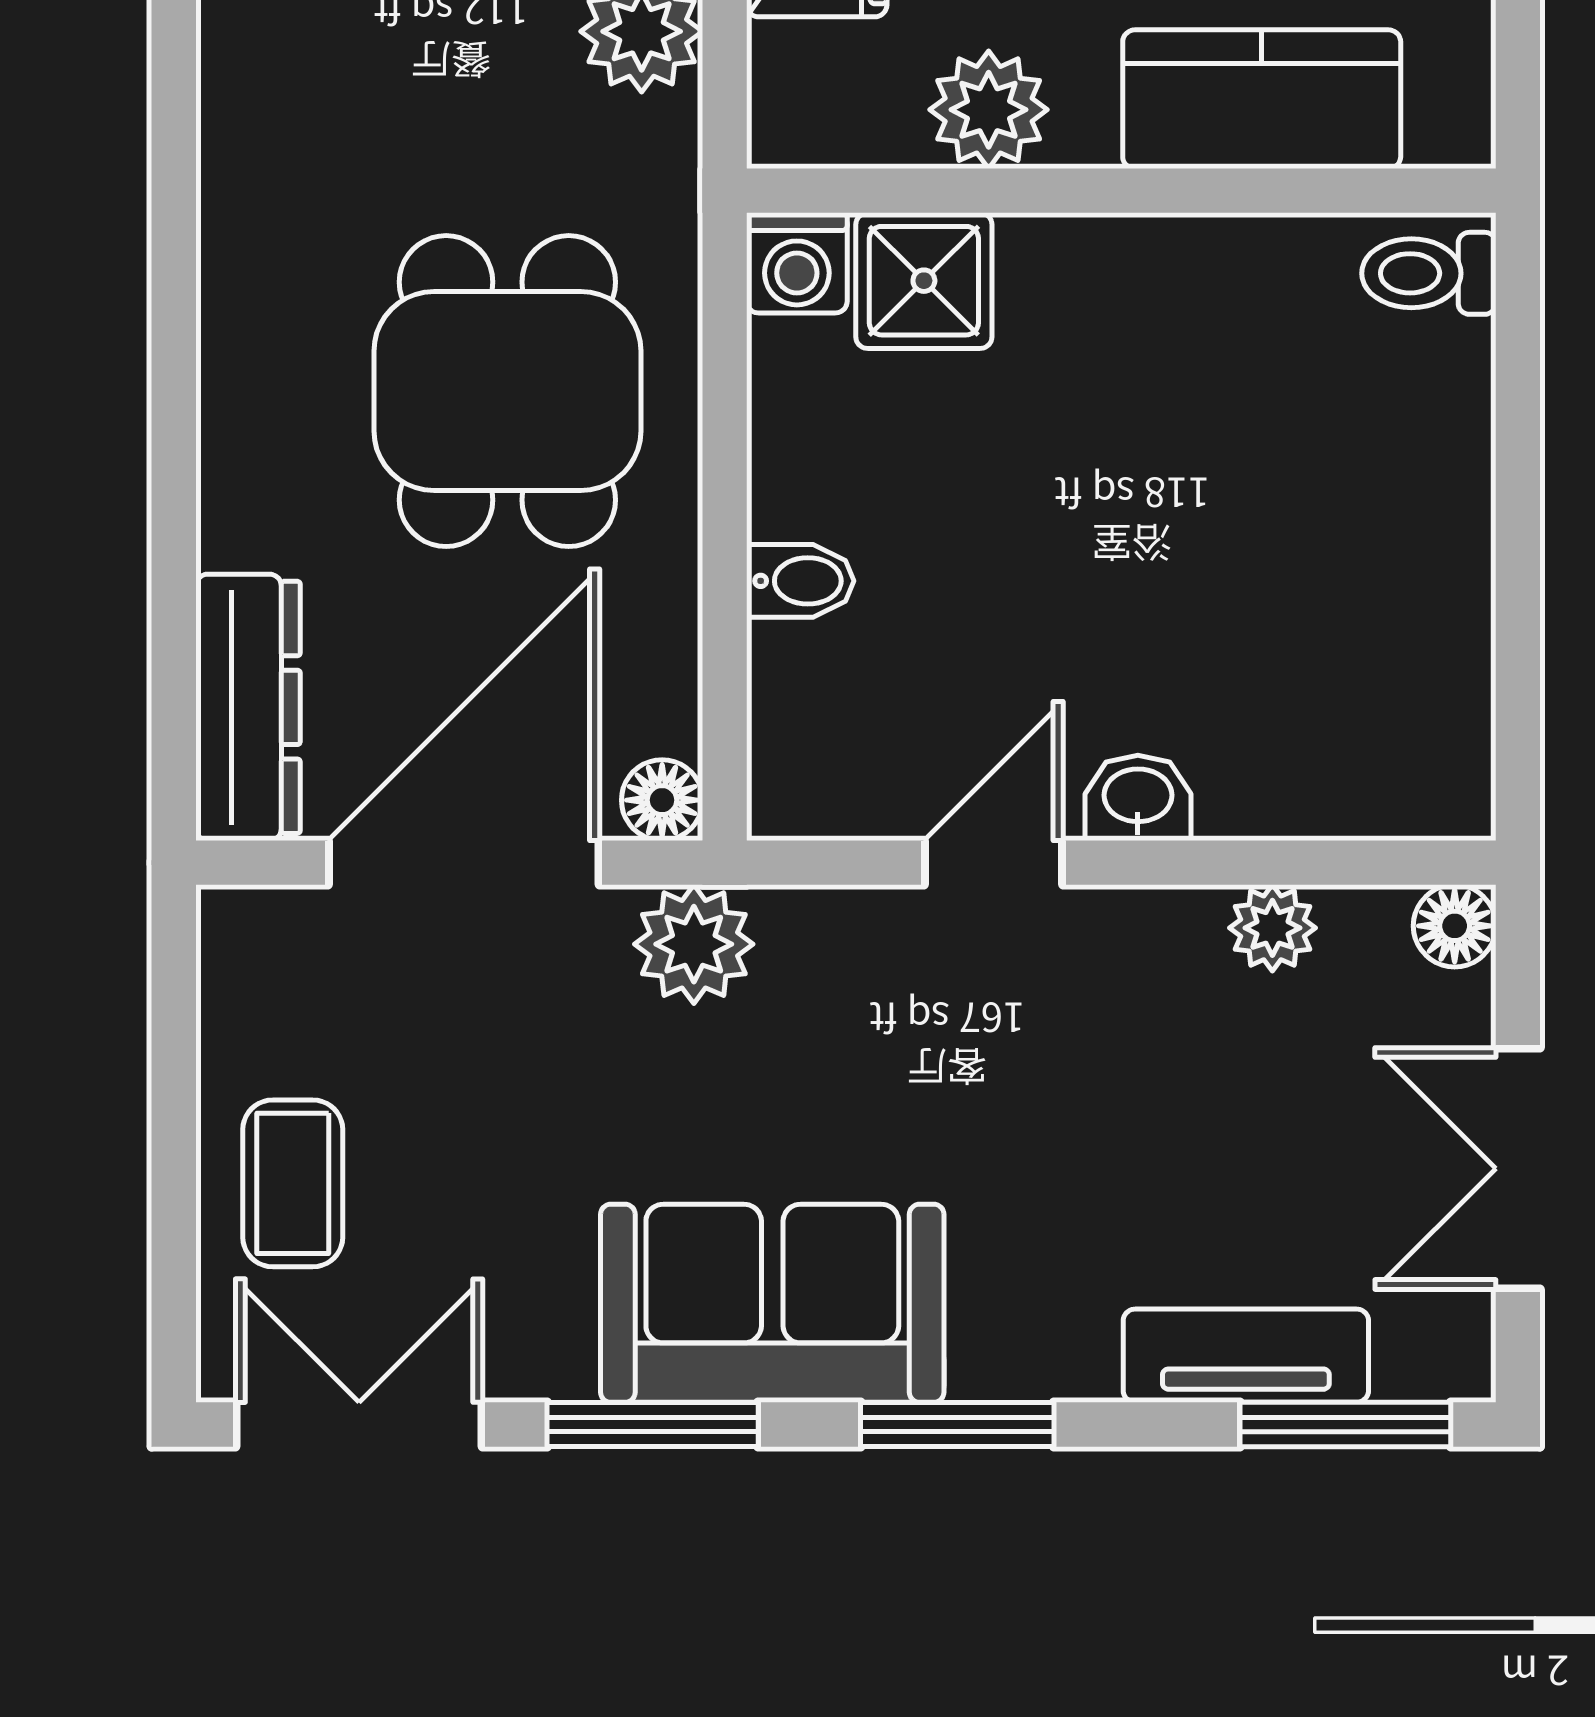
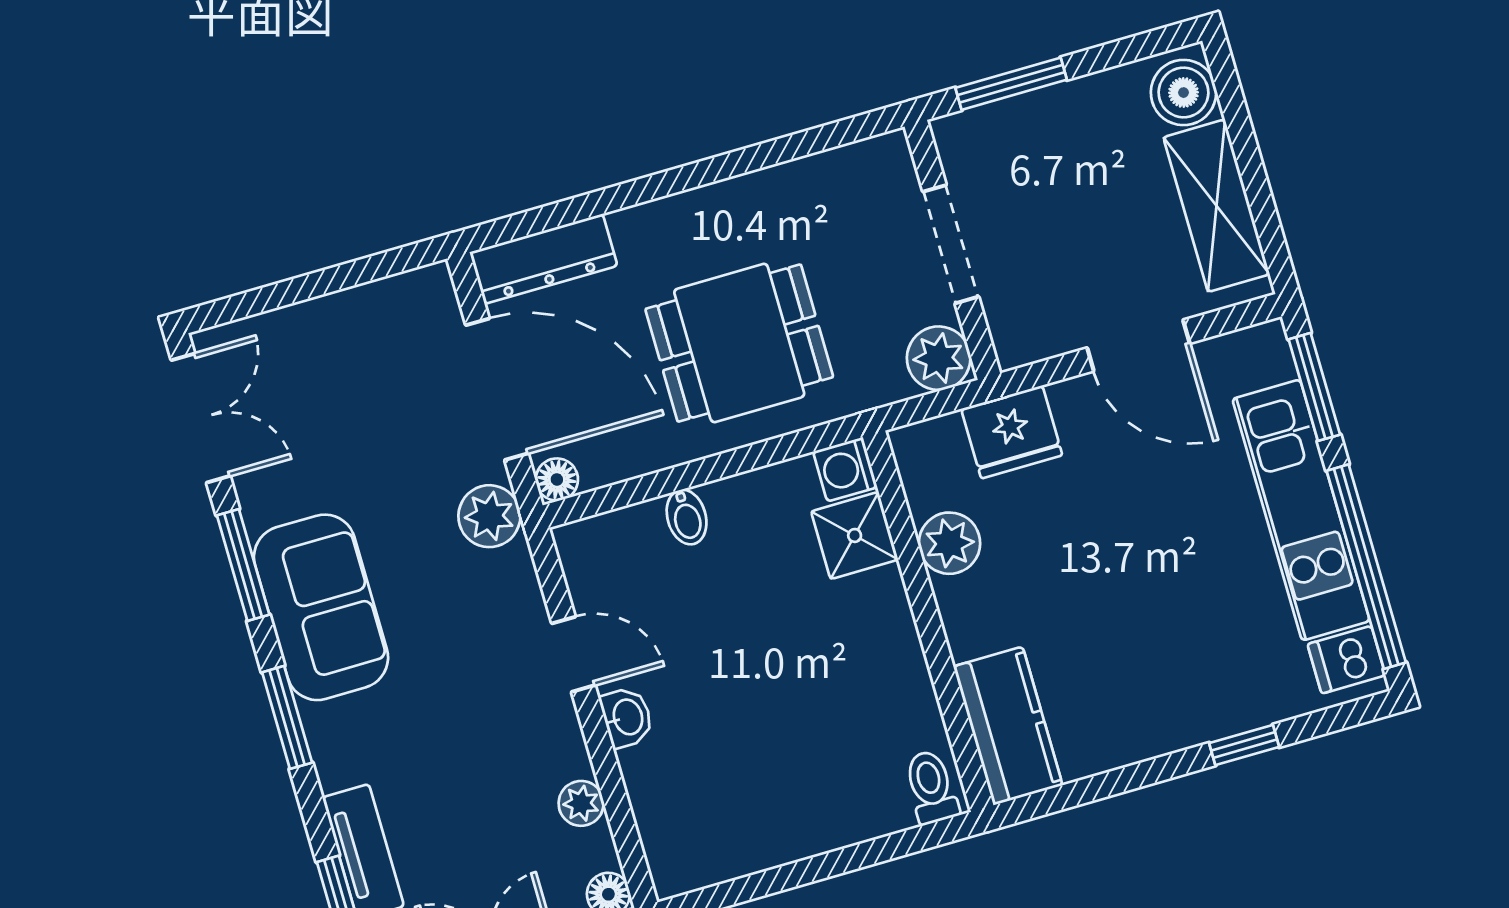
kitchen counter: (1262, 99) -> (1008, 726), moved
coffee table: (293, 1183) -> (312, 350), removed

